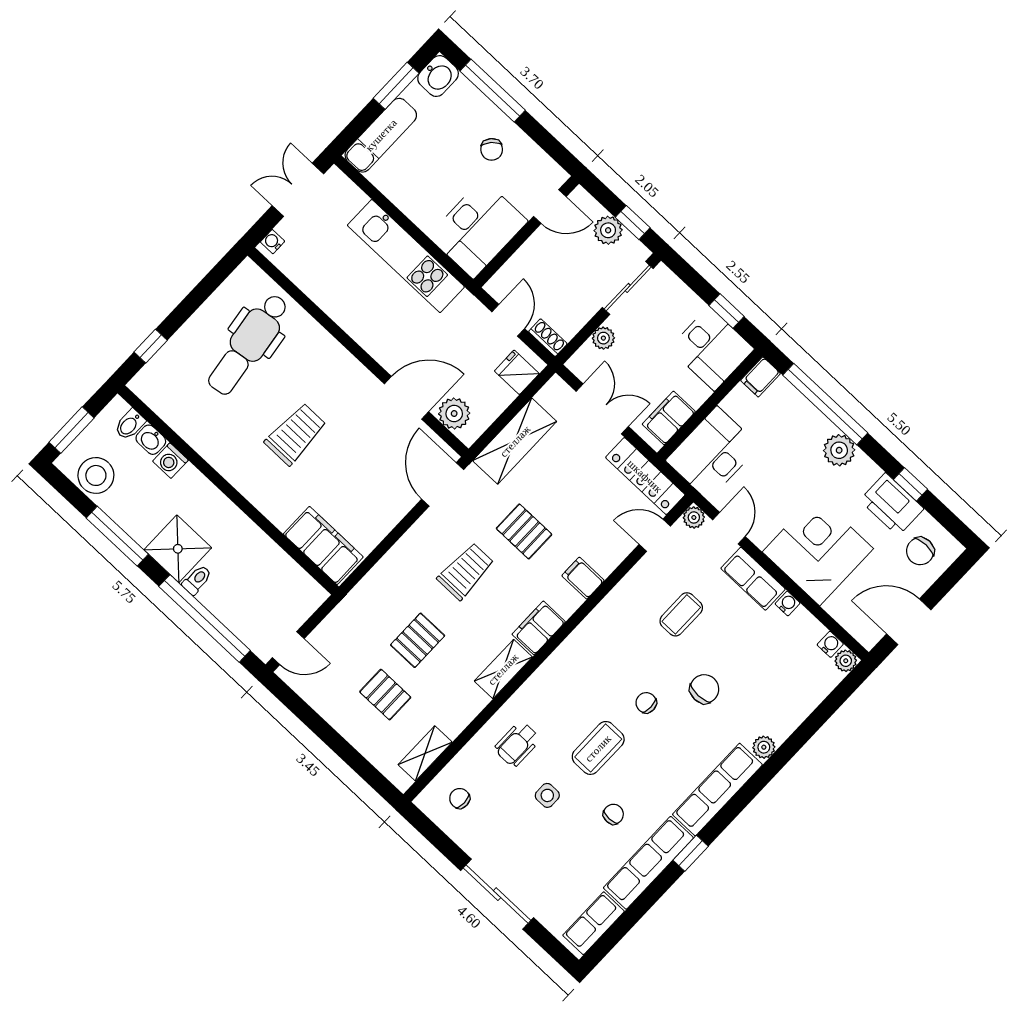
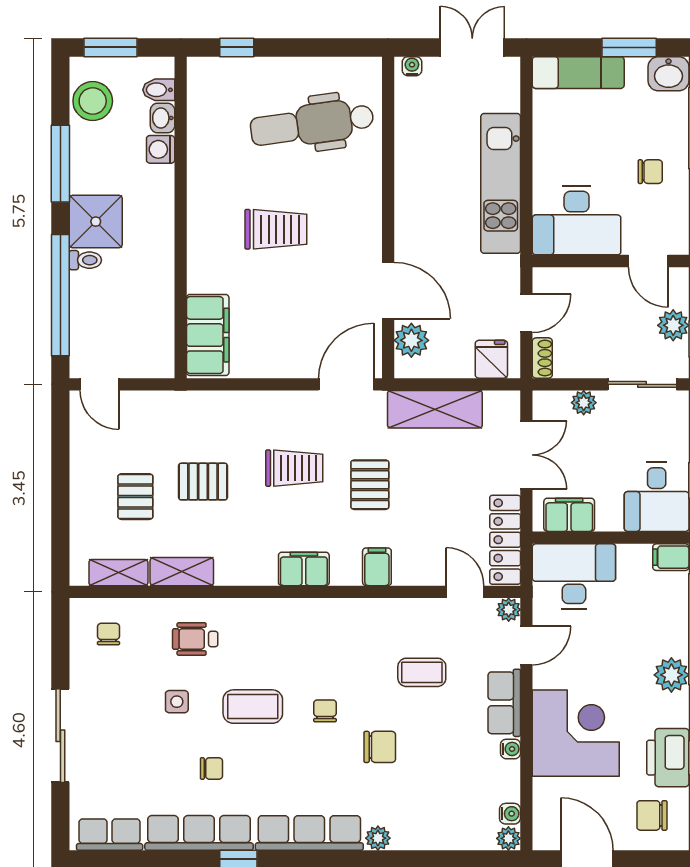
chair: (492, 149) -> (650, 172), turned -133
shelving: (503, 669) -> (182, 572), moved

